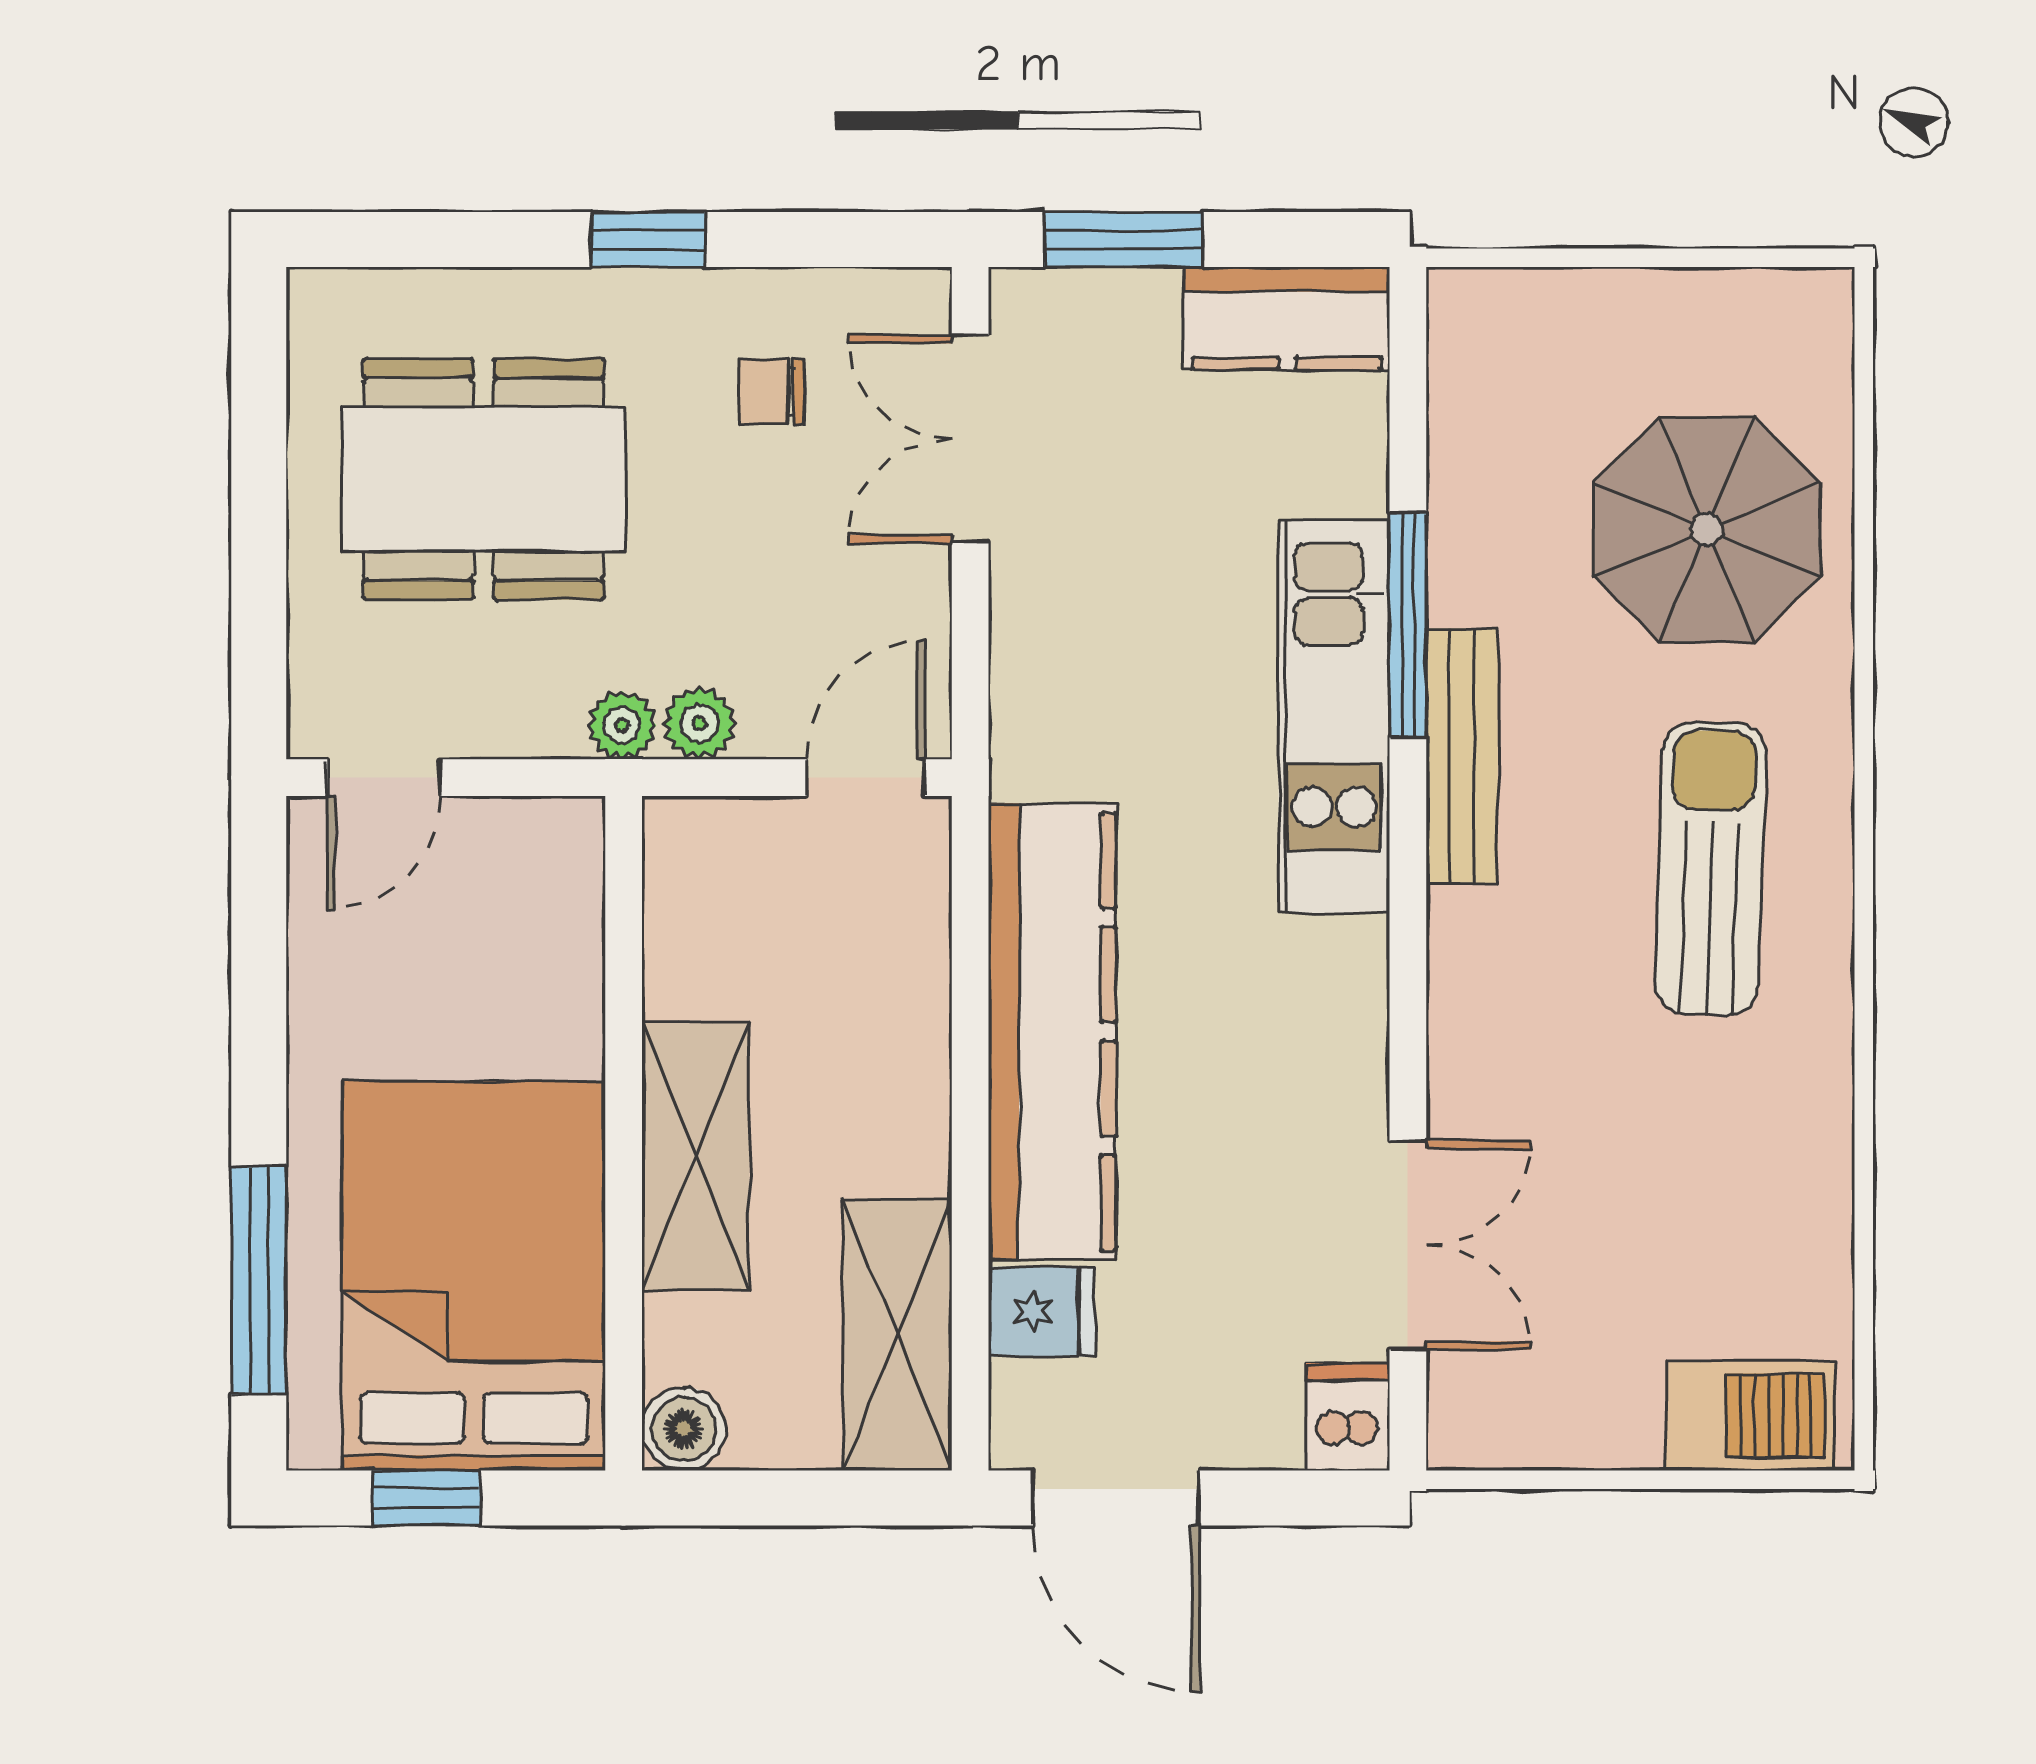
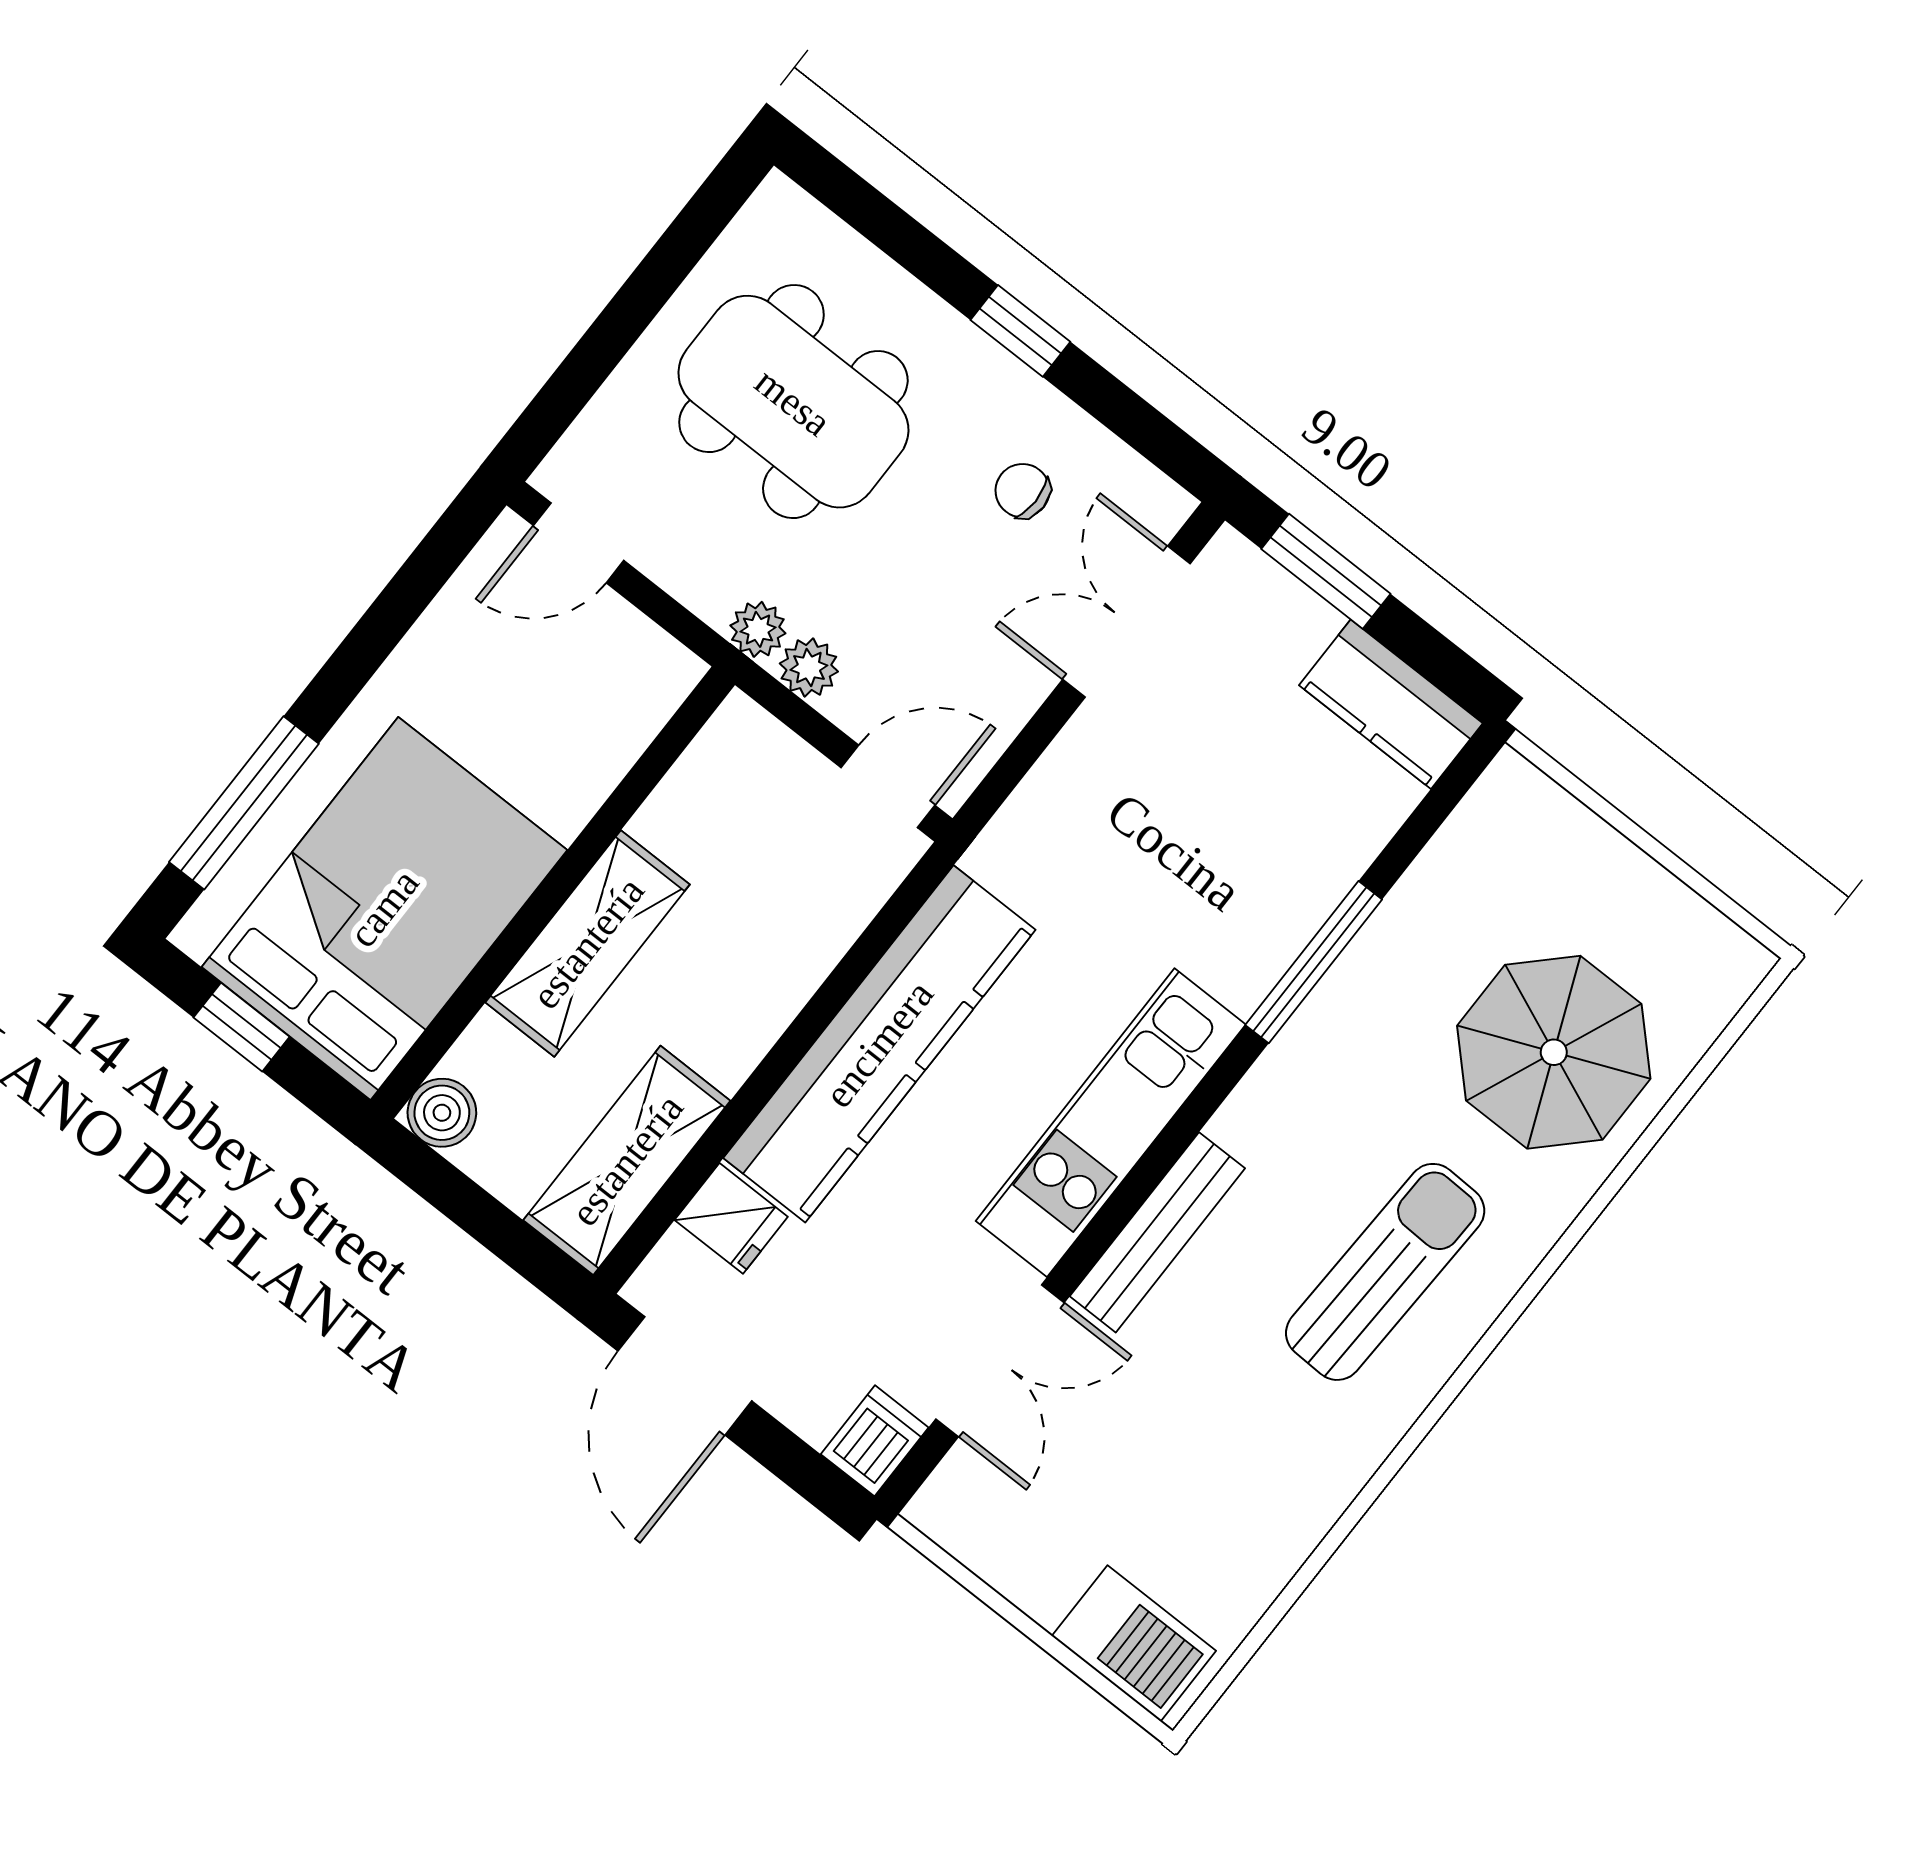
kitchen unit: (1334, 716) -> (1111, 1123), moved
bench: (1462, 756) -> (1157, 1232), moved

